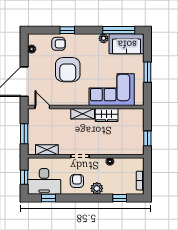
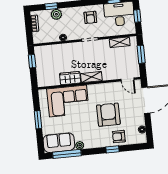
plant: (97, 188) -> (56, 14), moved

